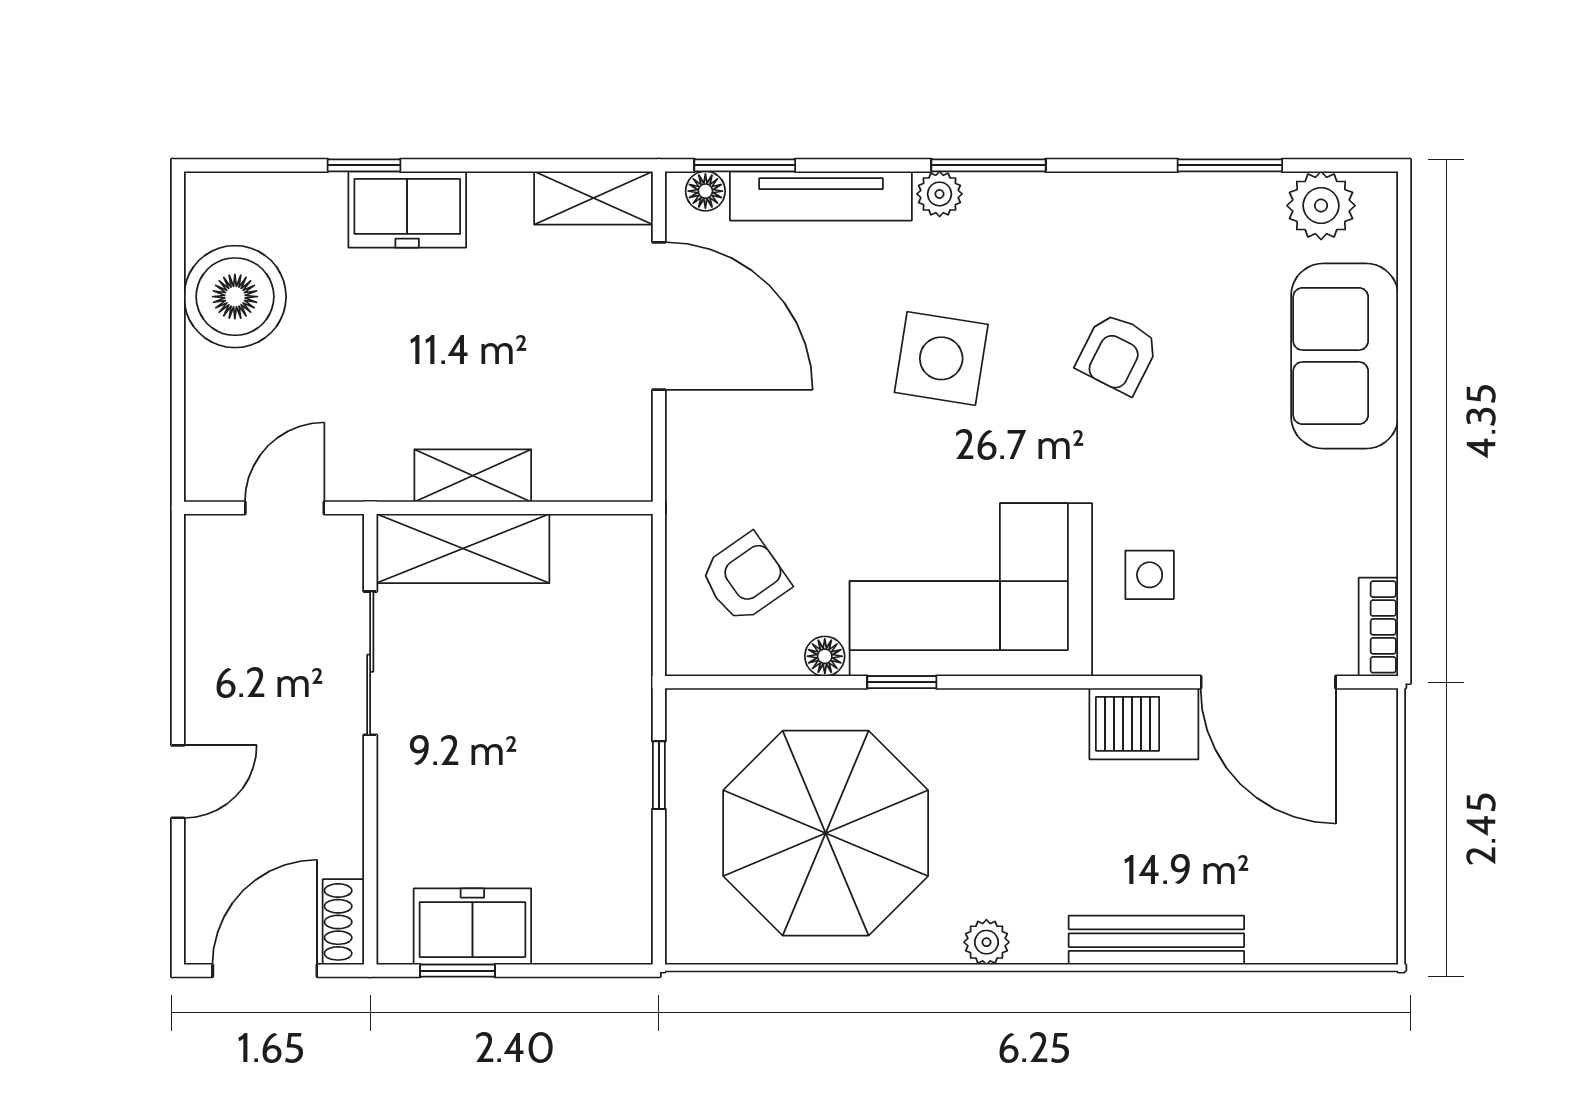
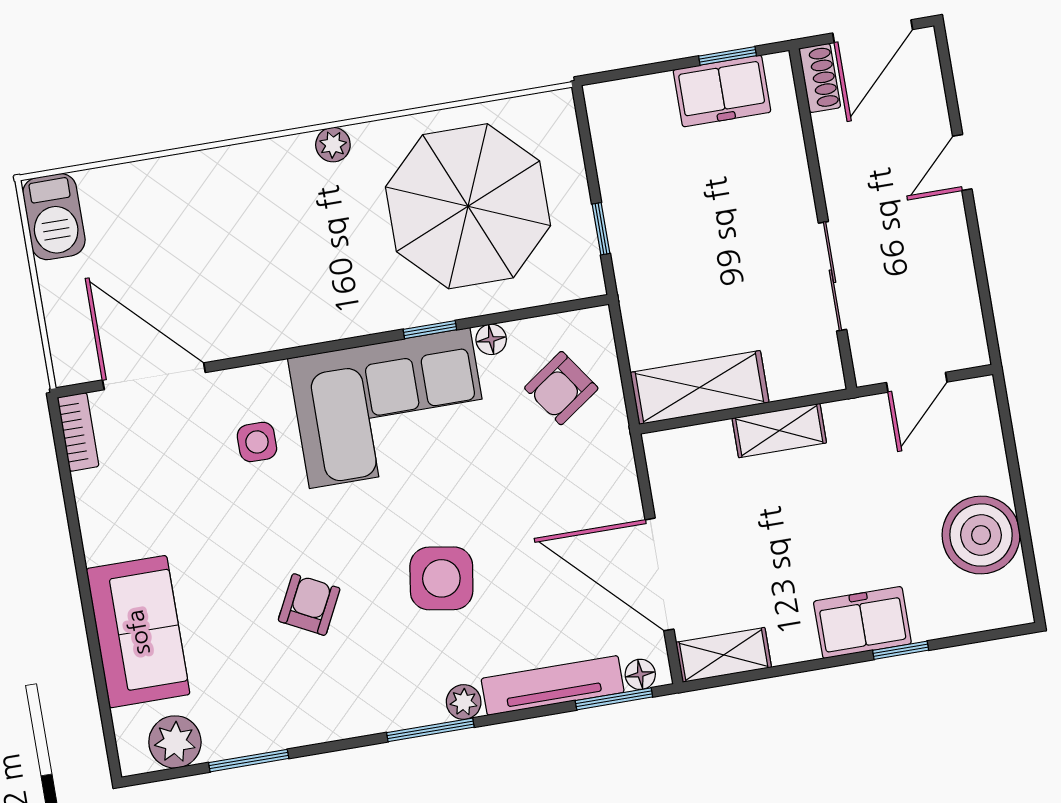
shelving: (463, 549) -> (700, 388), moved
barbecue: (1144, 724) -> (54, 217), moved, turned 90
bench: (1156, 940) -> (205, 168), removed

